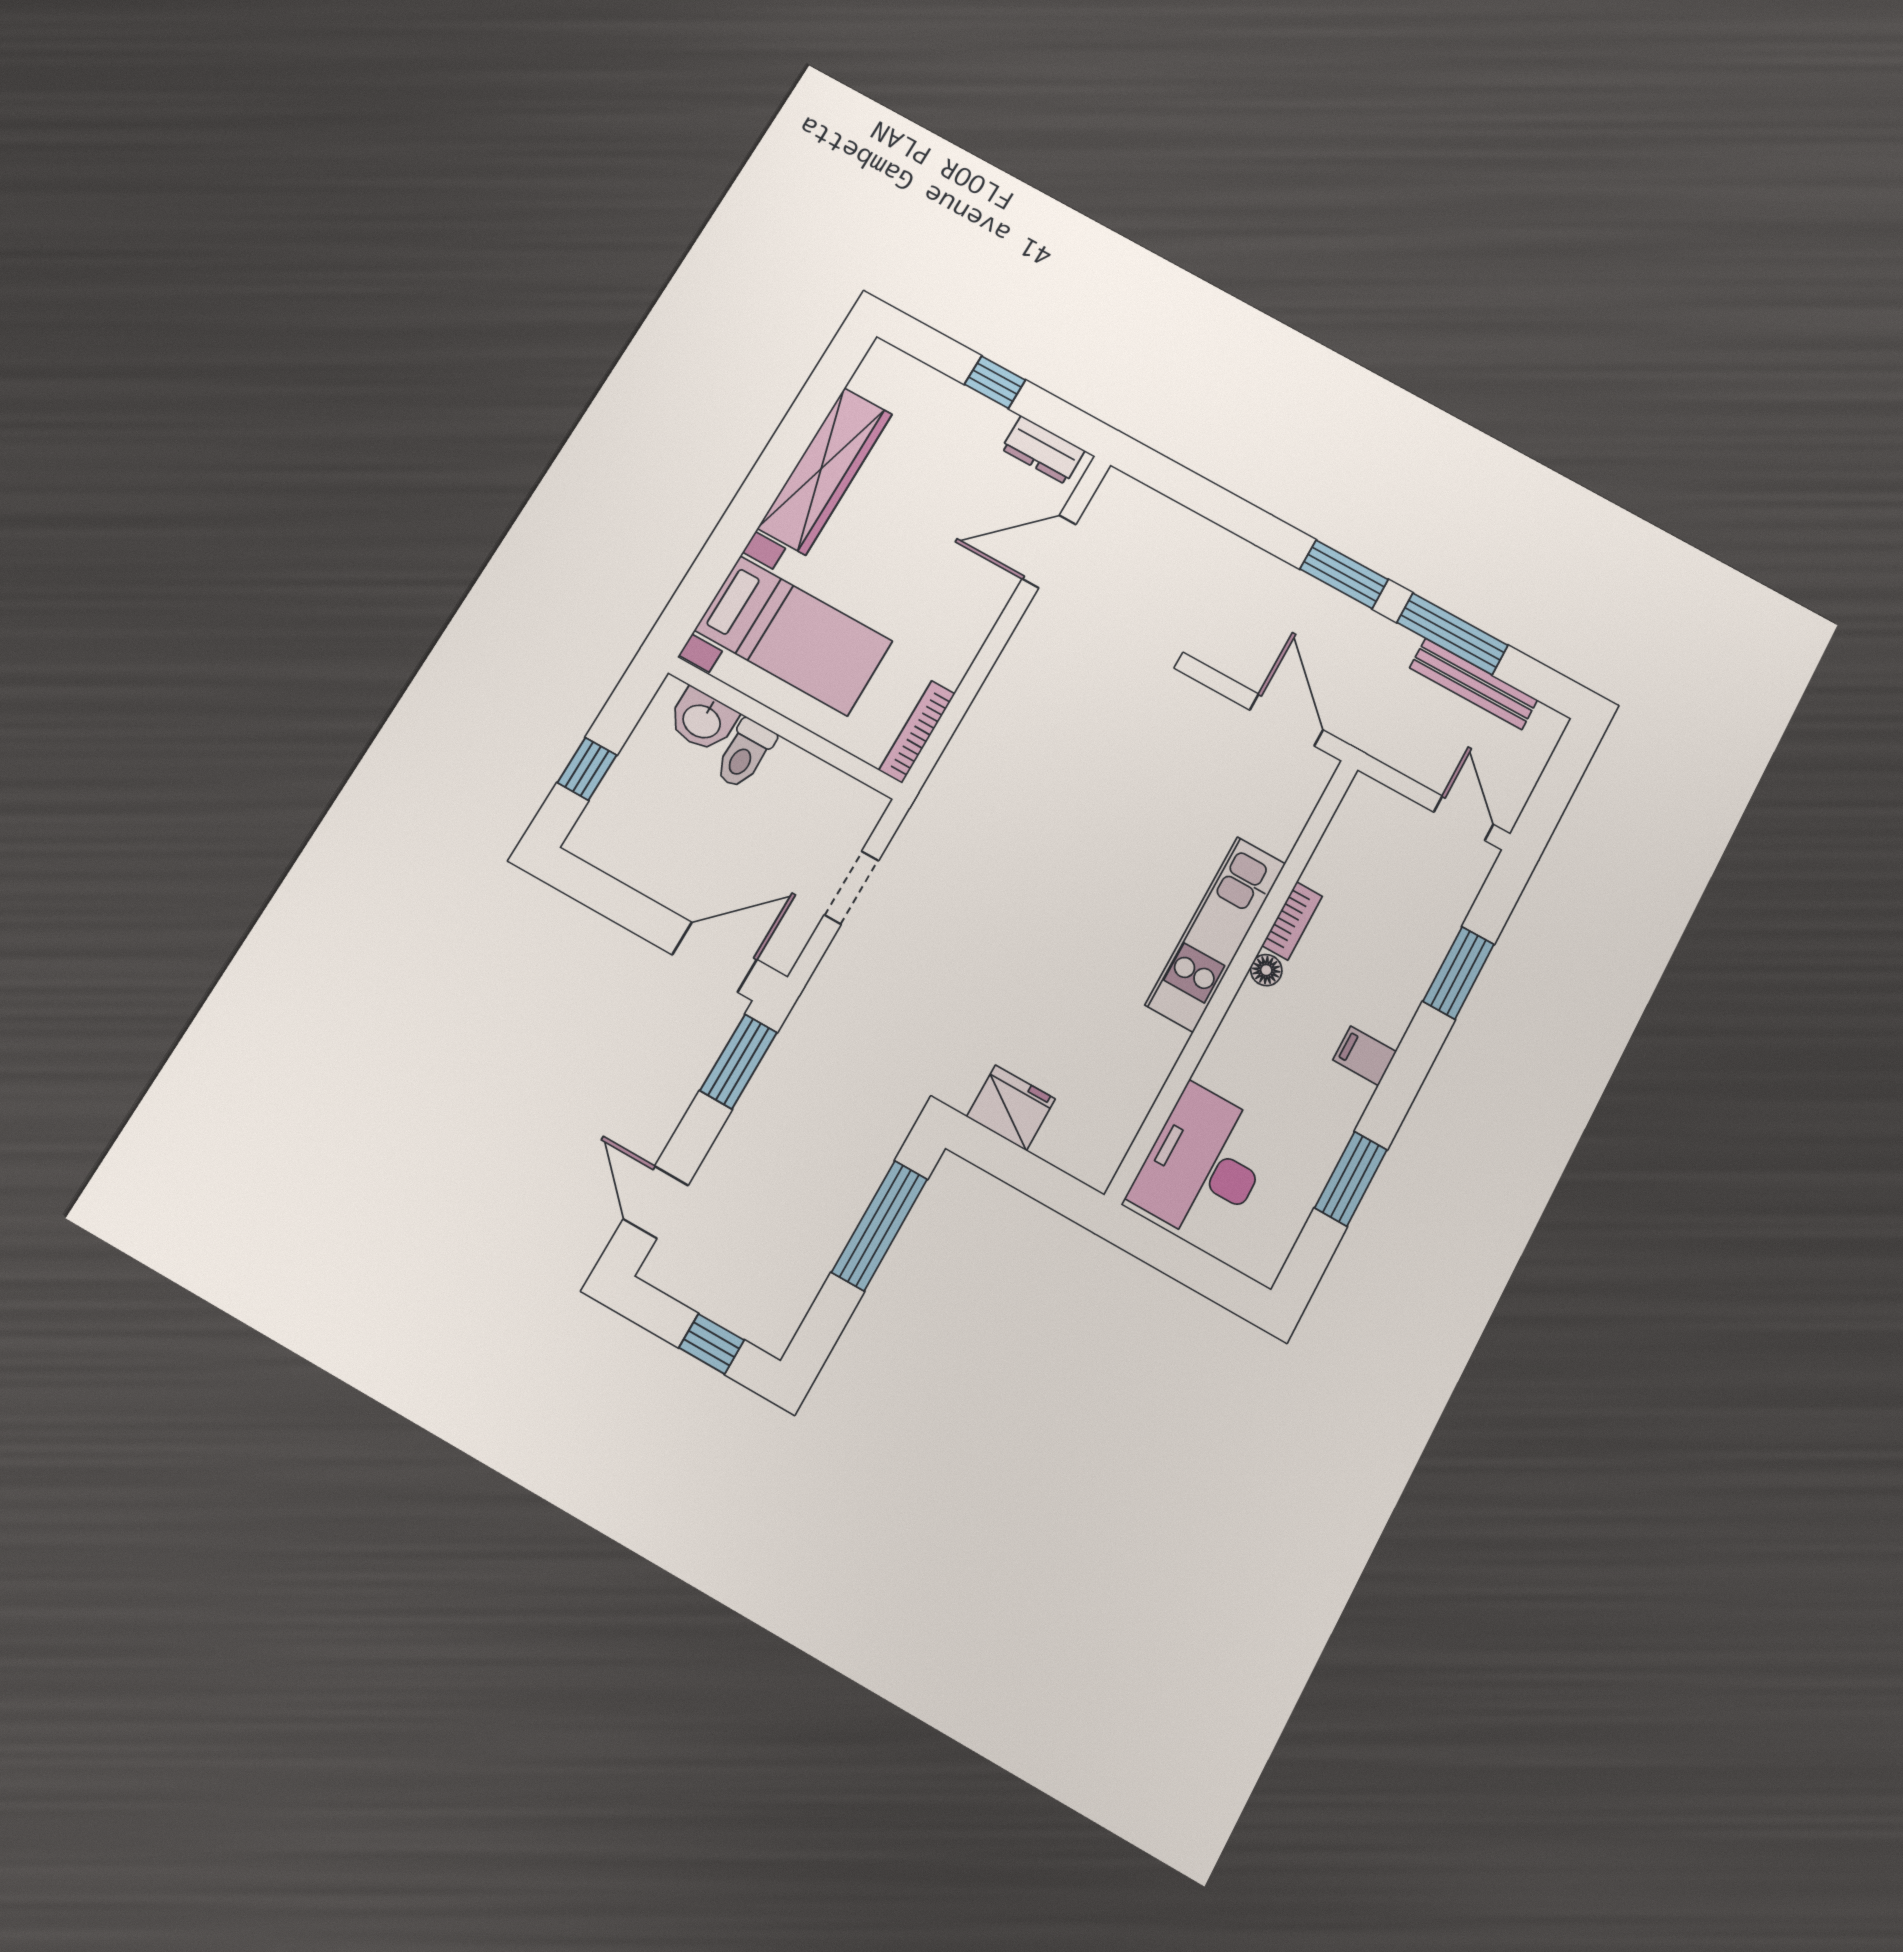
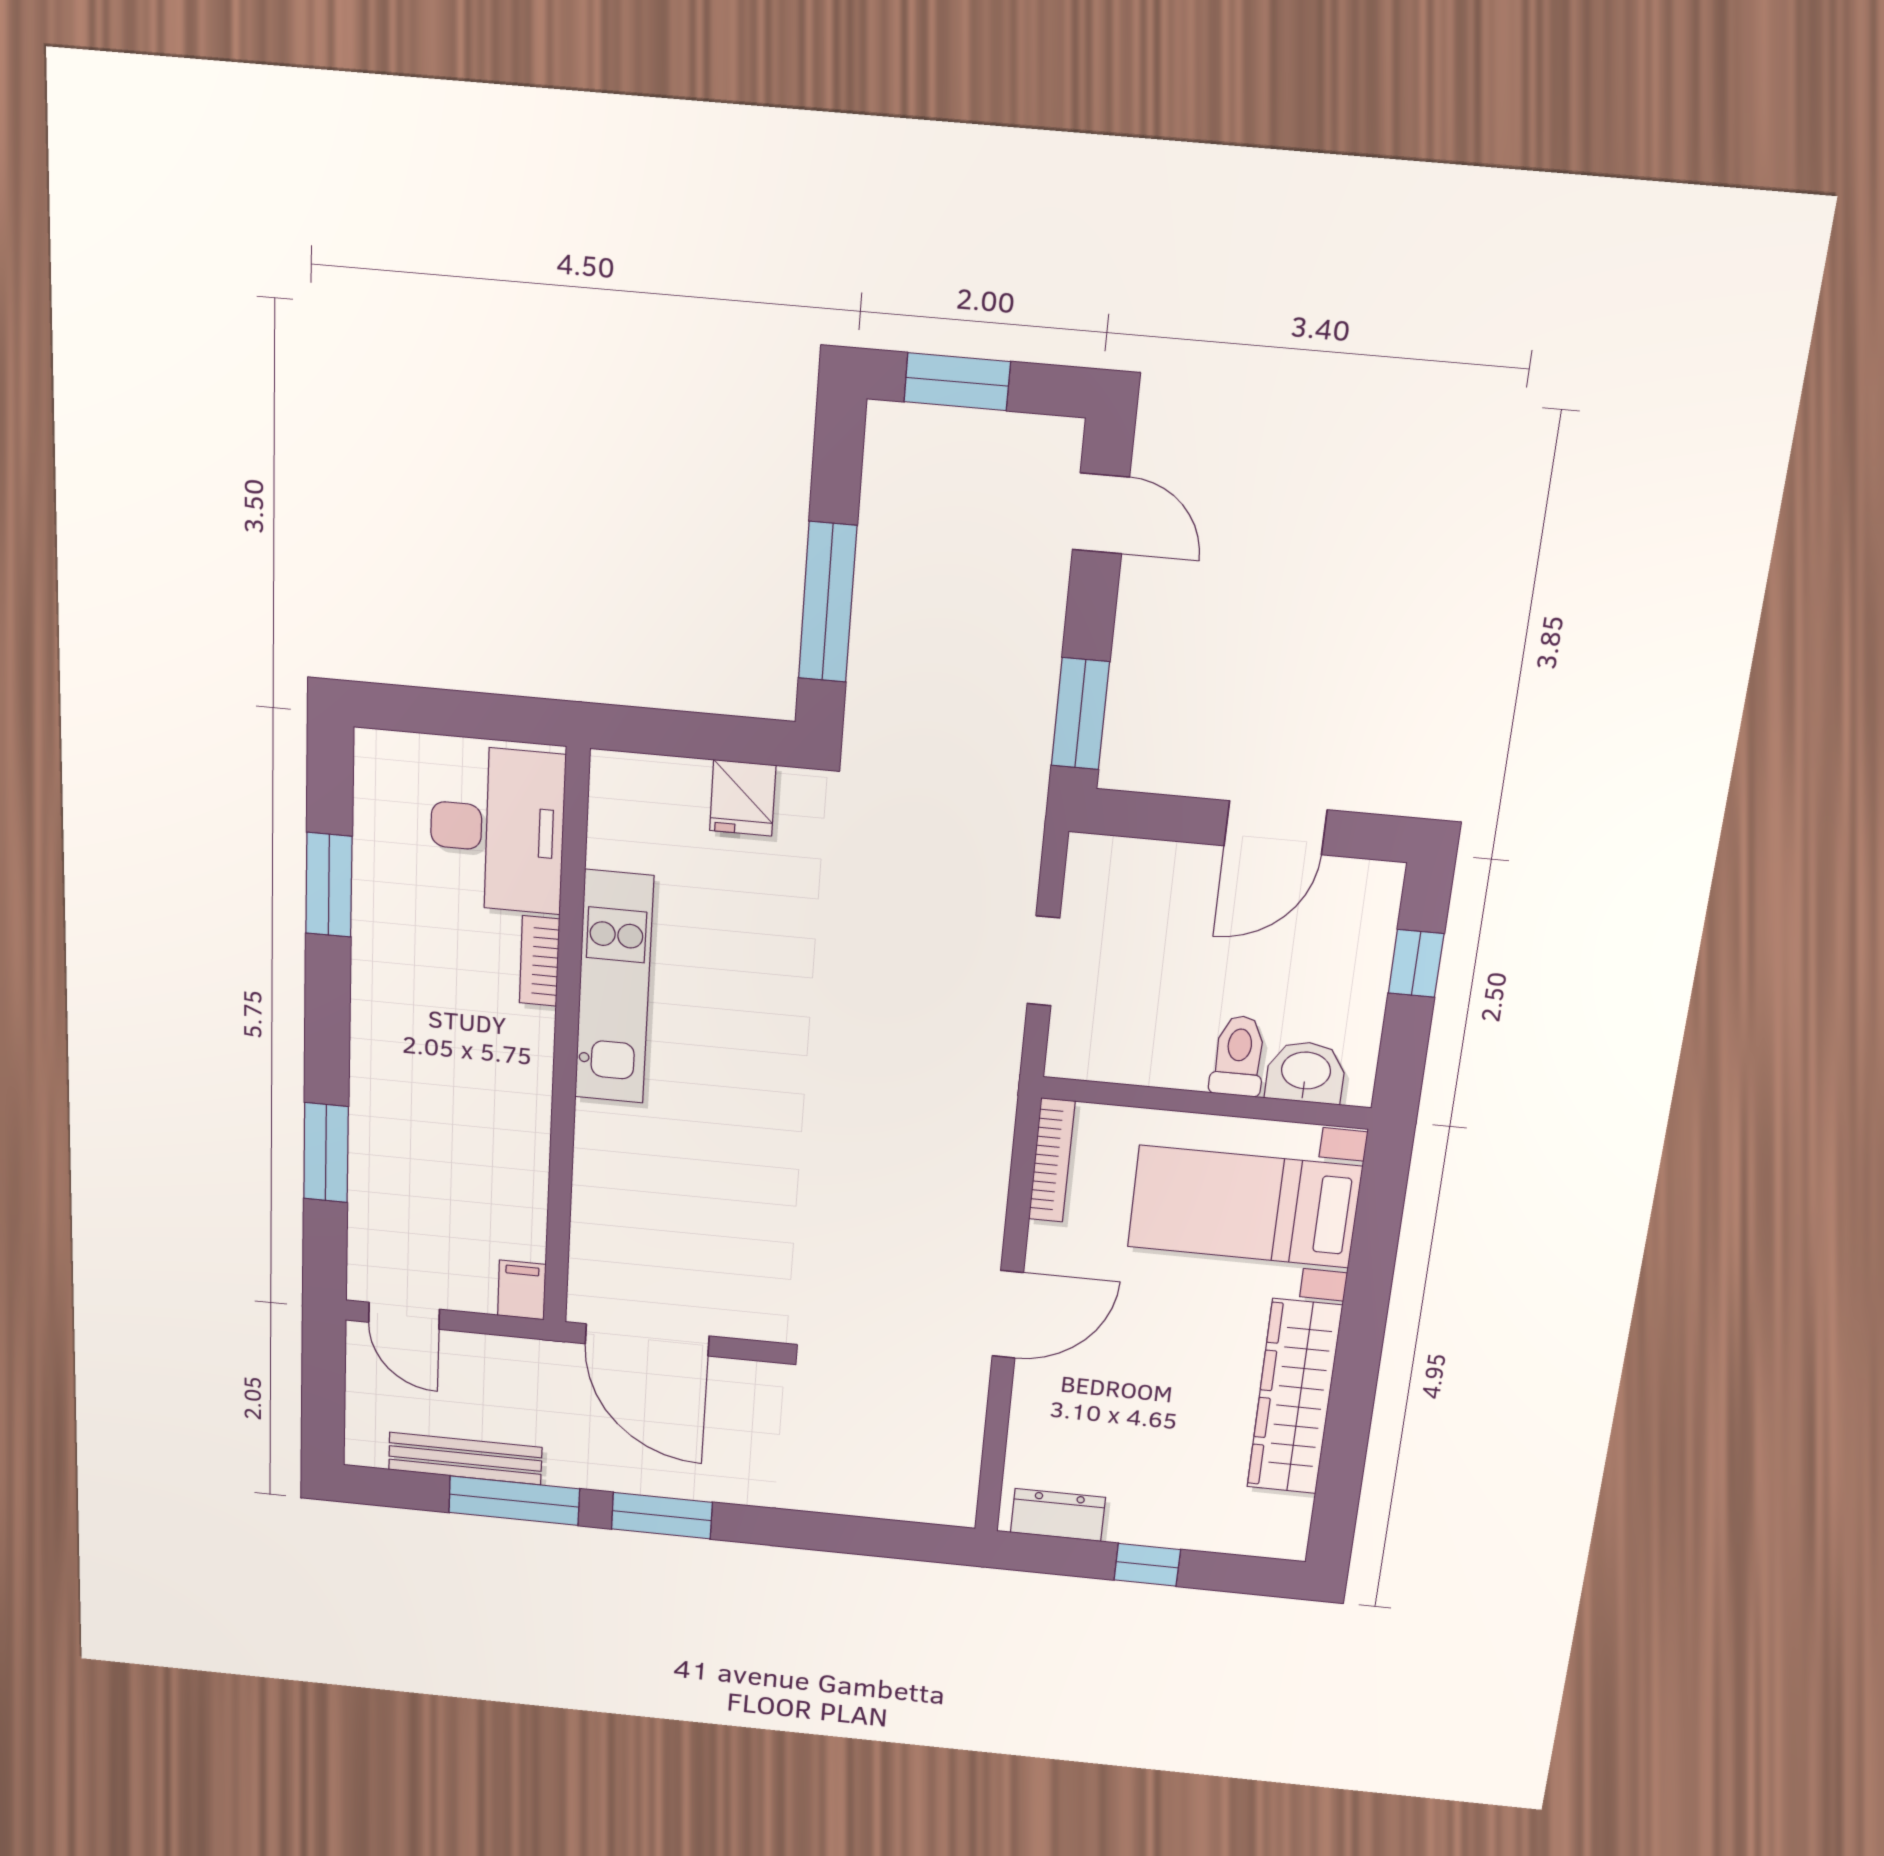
door: (1049, 551) -> (1008, 1314), moved
door: (1286, 720) -> (647, 1340), width x1.36
bookcase: (1292, 921) -> (539, 961), moved
kitchen unit: (1216, 934) -> (614, 988), moved
door: (715, 957) -> (1276, 828), moved
floor lamp: (1266, 970) -> (535, 1068), removed
filing cabinet: (1365, 1056) -> (522, 1290), moved, turned -90
fridge: (1011, 1108) -> (743, 798), width x0.72
window: (712, 1344) -> (957, 382), width x1.50

